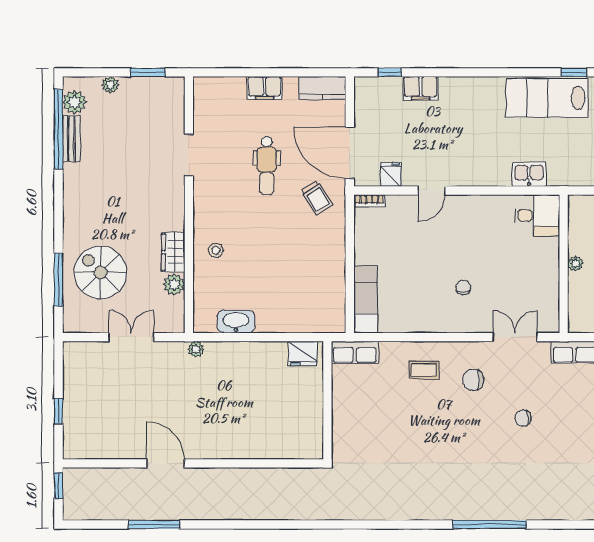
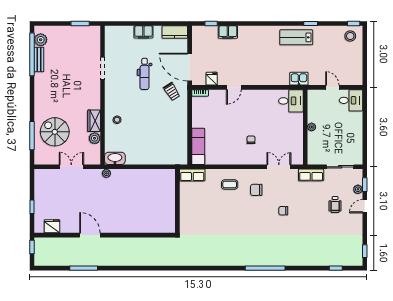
plant: (110, 85) -> (60, 30), removed
lab bench: (547, 98) -> (296, 37), width x0.73, depth x0.72
kitchen sink: (529, 174) -> (299, 79), moved
washbasin: (236, 322) -> (115, 158), moved
fridge: (303, 353) -> (52, 226), moved, turned 180

